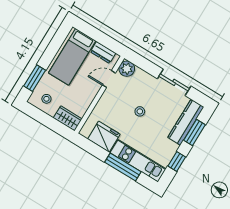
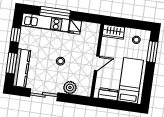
plant: (127, 69) -> (70, 87), moved
door: (109, 79) -> (97, 63), moved
fridge: (104, 137) -> (75, 27), width x0.53, depth x0.75

